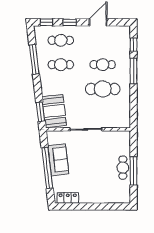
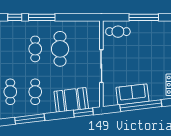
booth: (54, 111) -> (71, 100), moved
cafe table: (123, 168) -> (118, 32), moved

